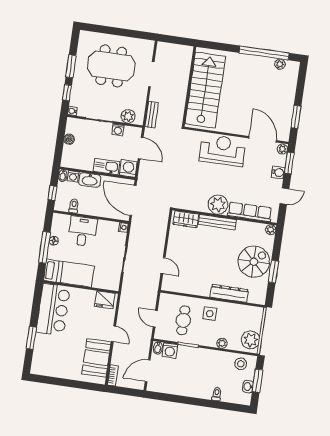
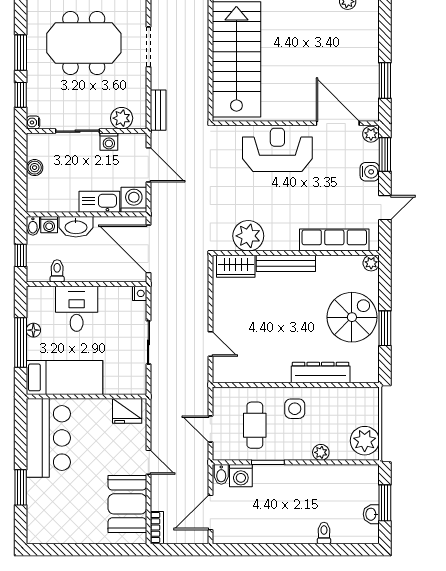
plant: (218, 205) -> (248, 236), moved
stool: (241, 364) -> (355, 480), removed

